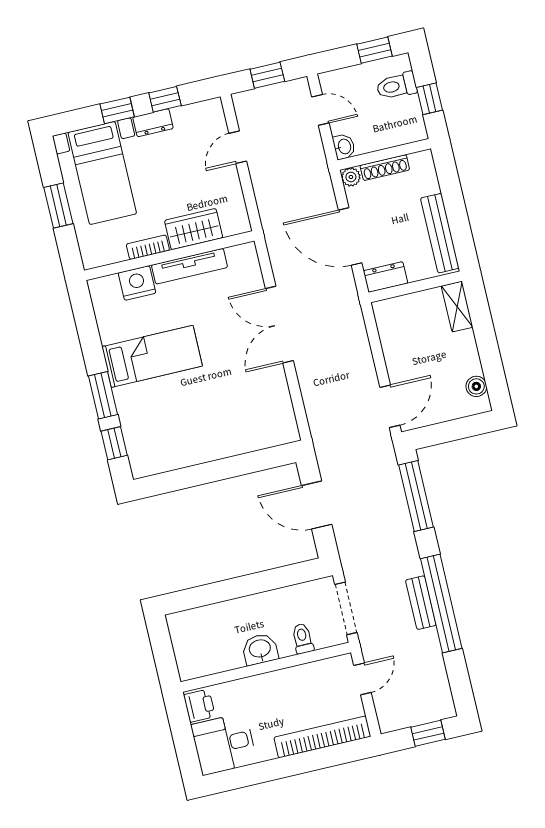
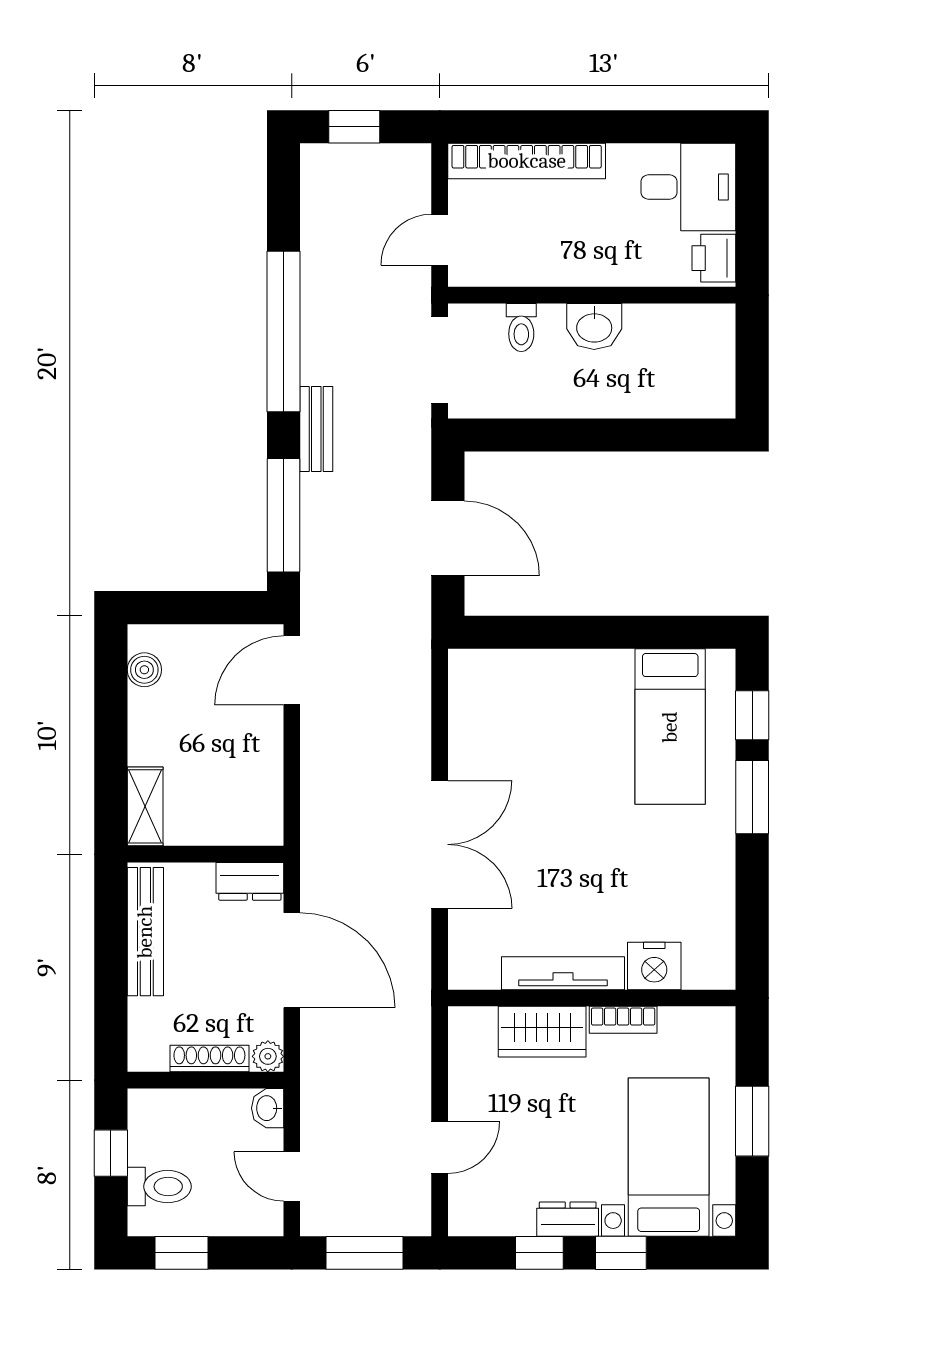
window: (267, 75) -> (365, 1253), width x1.50
bed: (152, 356) -> (670, 727), moved, turned -90
bench: (421, 603) -> (316, 429), moved

